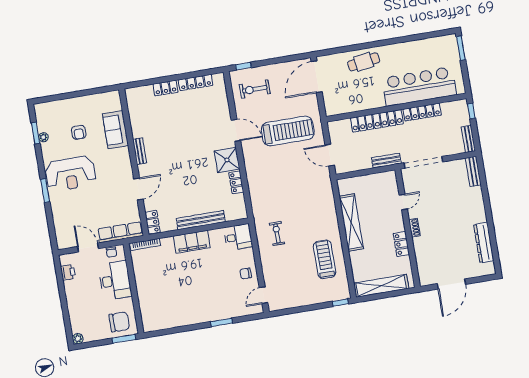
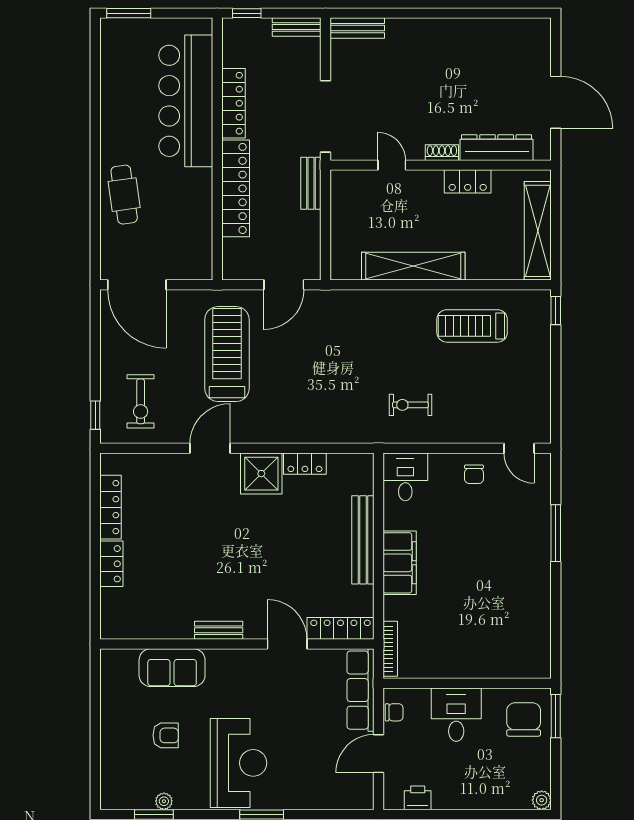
locker: (152, 222) -> (341, 628), width x1.53
dresser: (484, 243) -> (497, 148), moved, turned 180
desk: (115, 281) -> (456, 715), width x0.73
window: (221, 322) -> (556, 533), width x1.44

